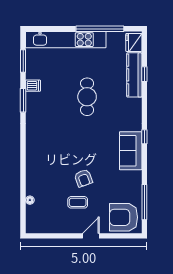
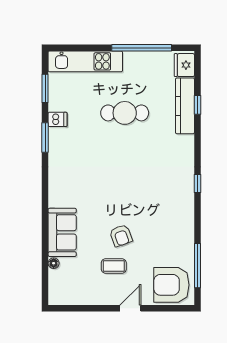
kitchen unit: (66, 40) -> (85, 61), width x0.73
cafe table: (87, 97) -> (125, 113), moved, turned 90
sofa: (131, 151) -> (62, 232), moved, turned 180

